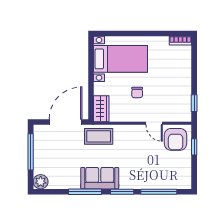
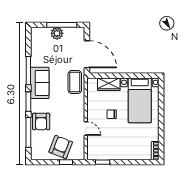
wardrobe: (101, 109) -> (109, 84), moved
door: (154, 123) -> (86, 129), swing flipped
armchair: (176, 139) -> (61, 147), moved, turned 111
armchair: (146, 176) -> (41, 121), added
plant: (41, 182) -> (57, 33), moved

